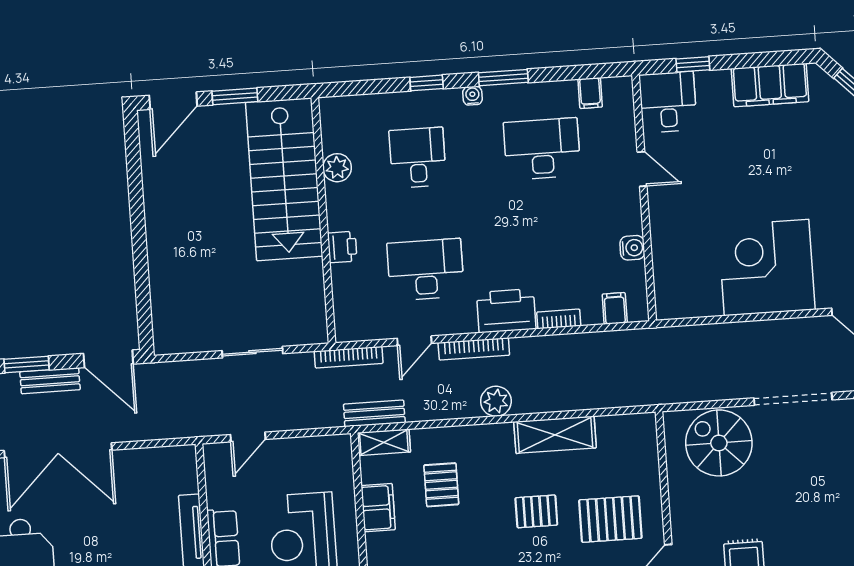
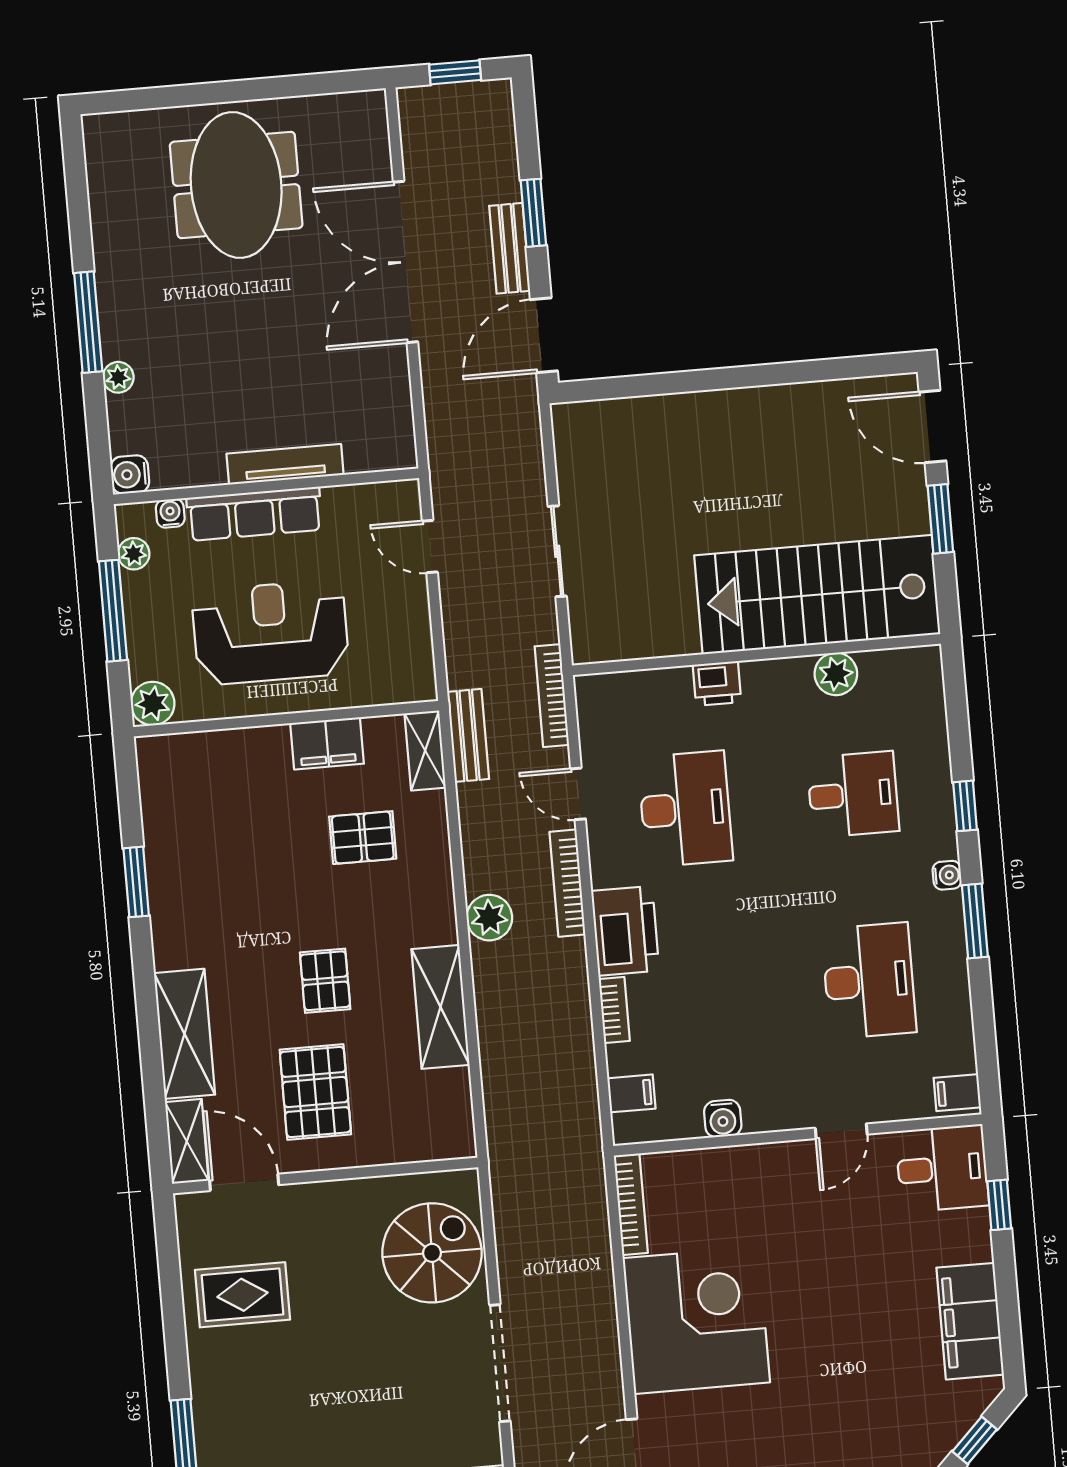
filing cabinet: (590, 93) -> (957, 1093), moved
bookcase: (689, 310) -> (631, 1204), added

